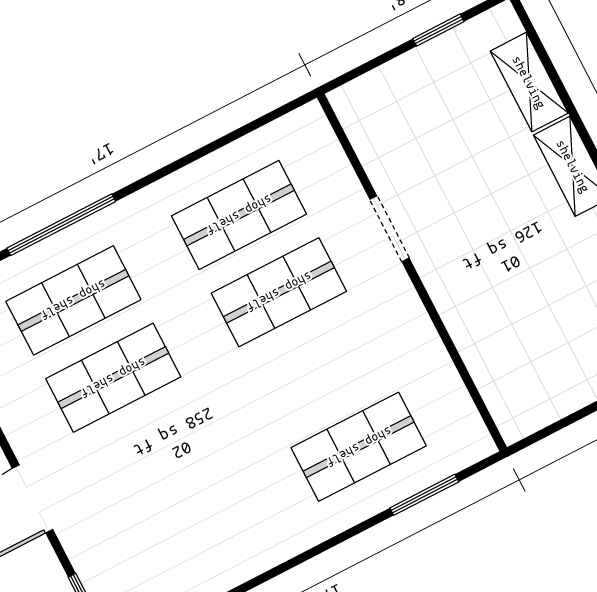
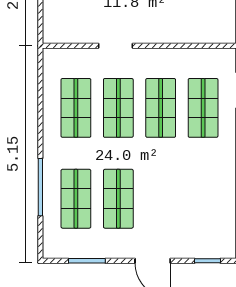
shop shelf: (319, 369) -> (161, 108), added

